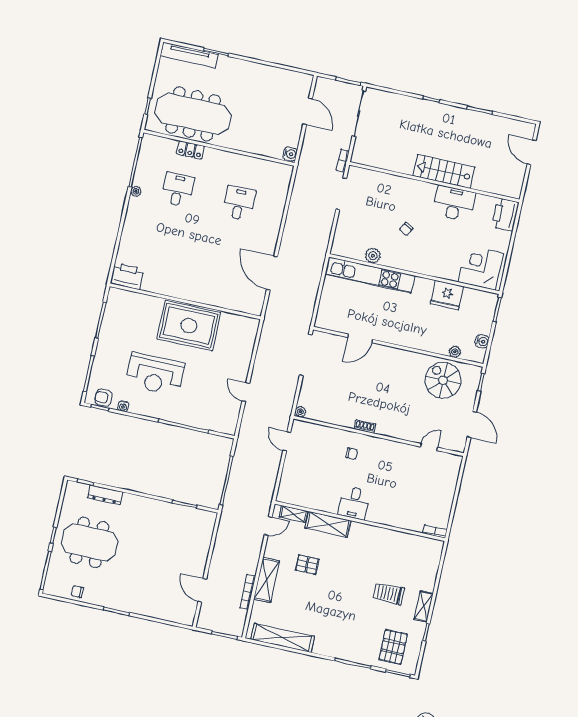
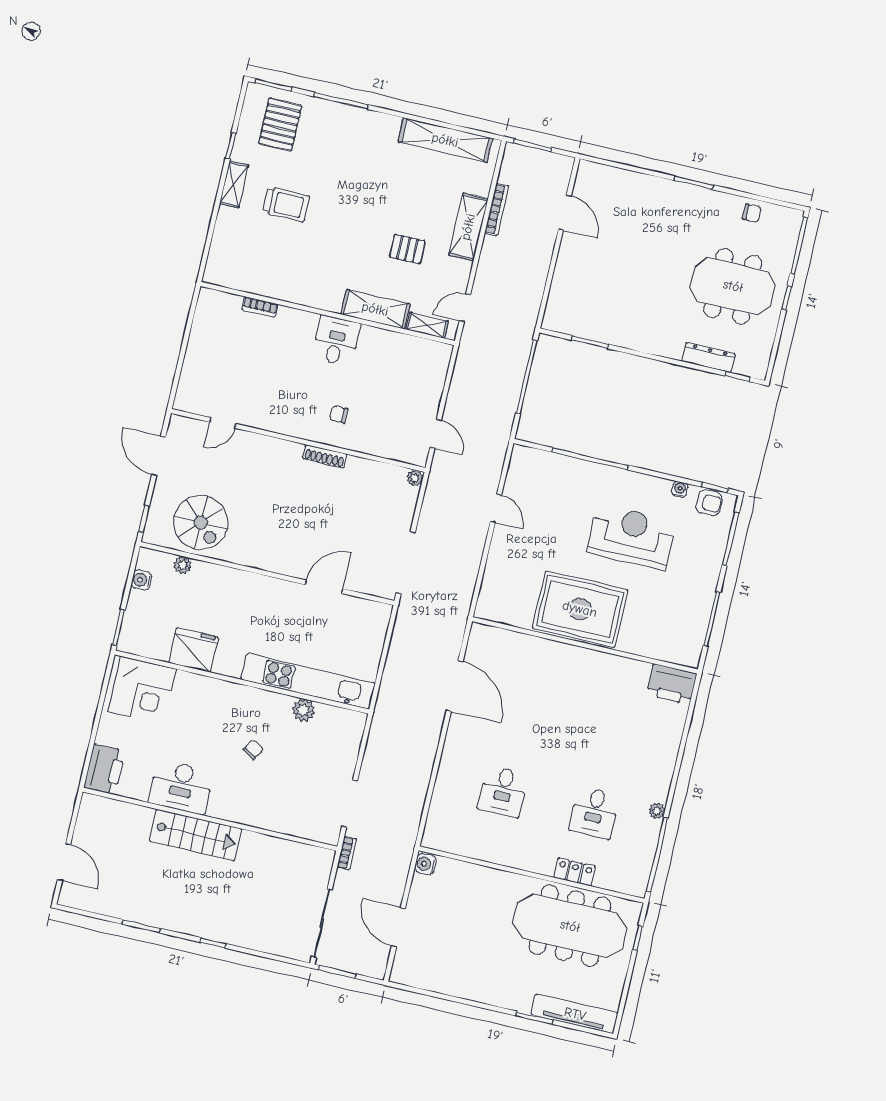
shoe rack: (365, 427) -> (325, 456), width x1.43
bookcase: (435, 531) -> (260, 307), moved

